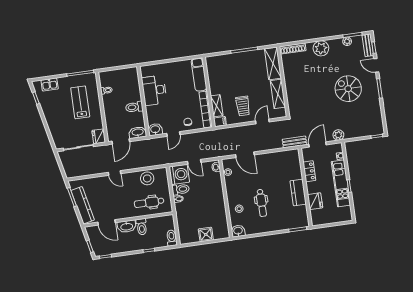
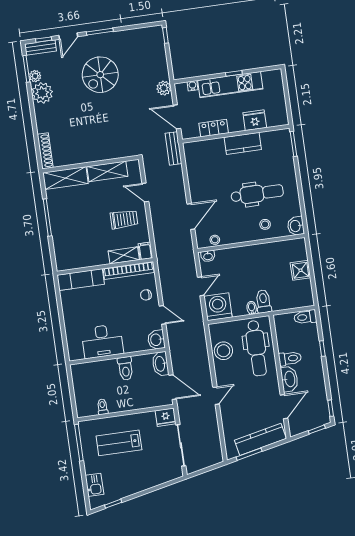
plant: (321, 48) -> (42, 93), moved
toilet: (181, 189) -> (263, 301), moved
dental chair: (149, 202) -> (257, 348), width x1.36, depth x1.38
dental chair: (262, 203) -> (257, 194), width x1.36, depth x1.38

